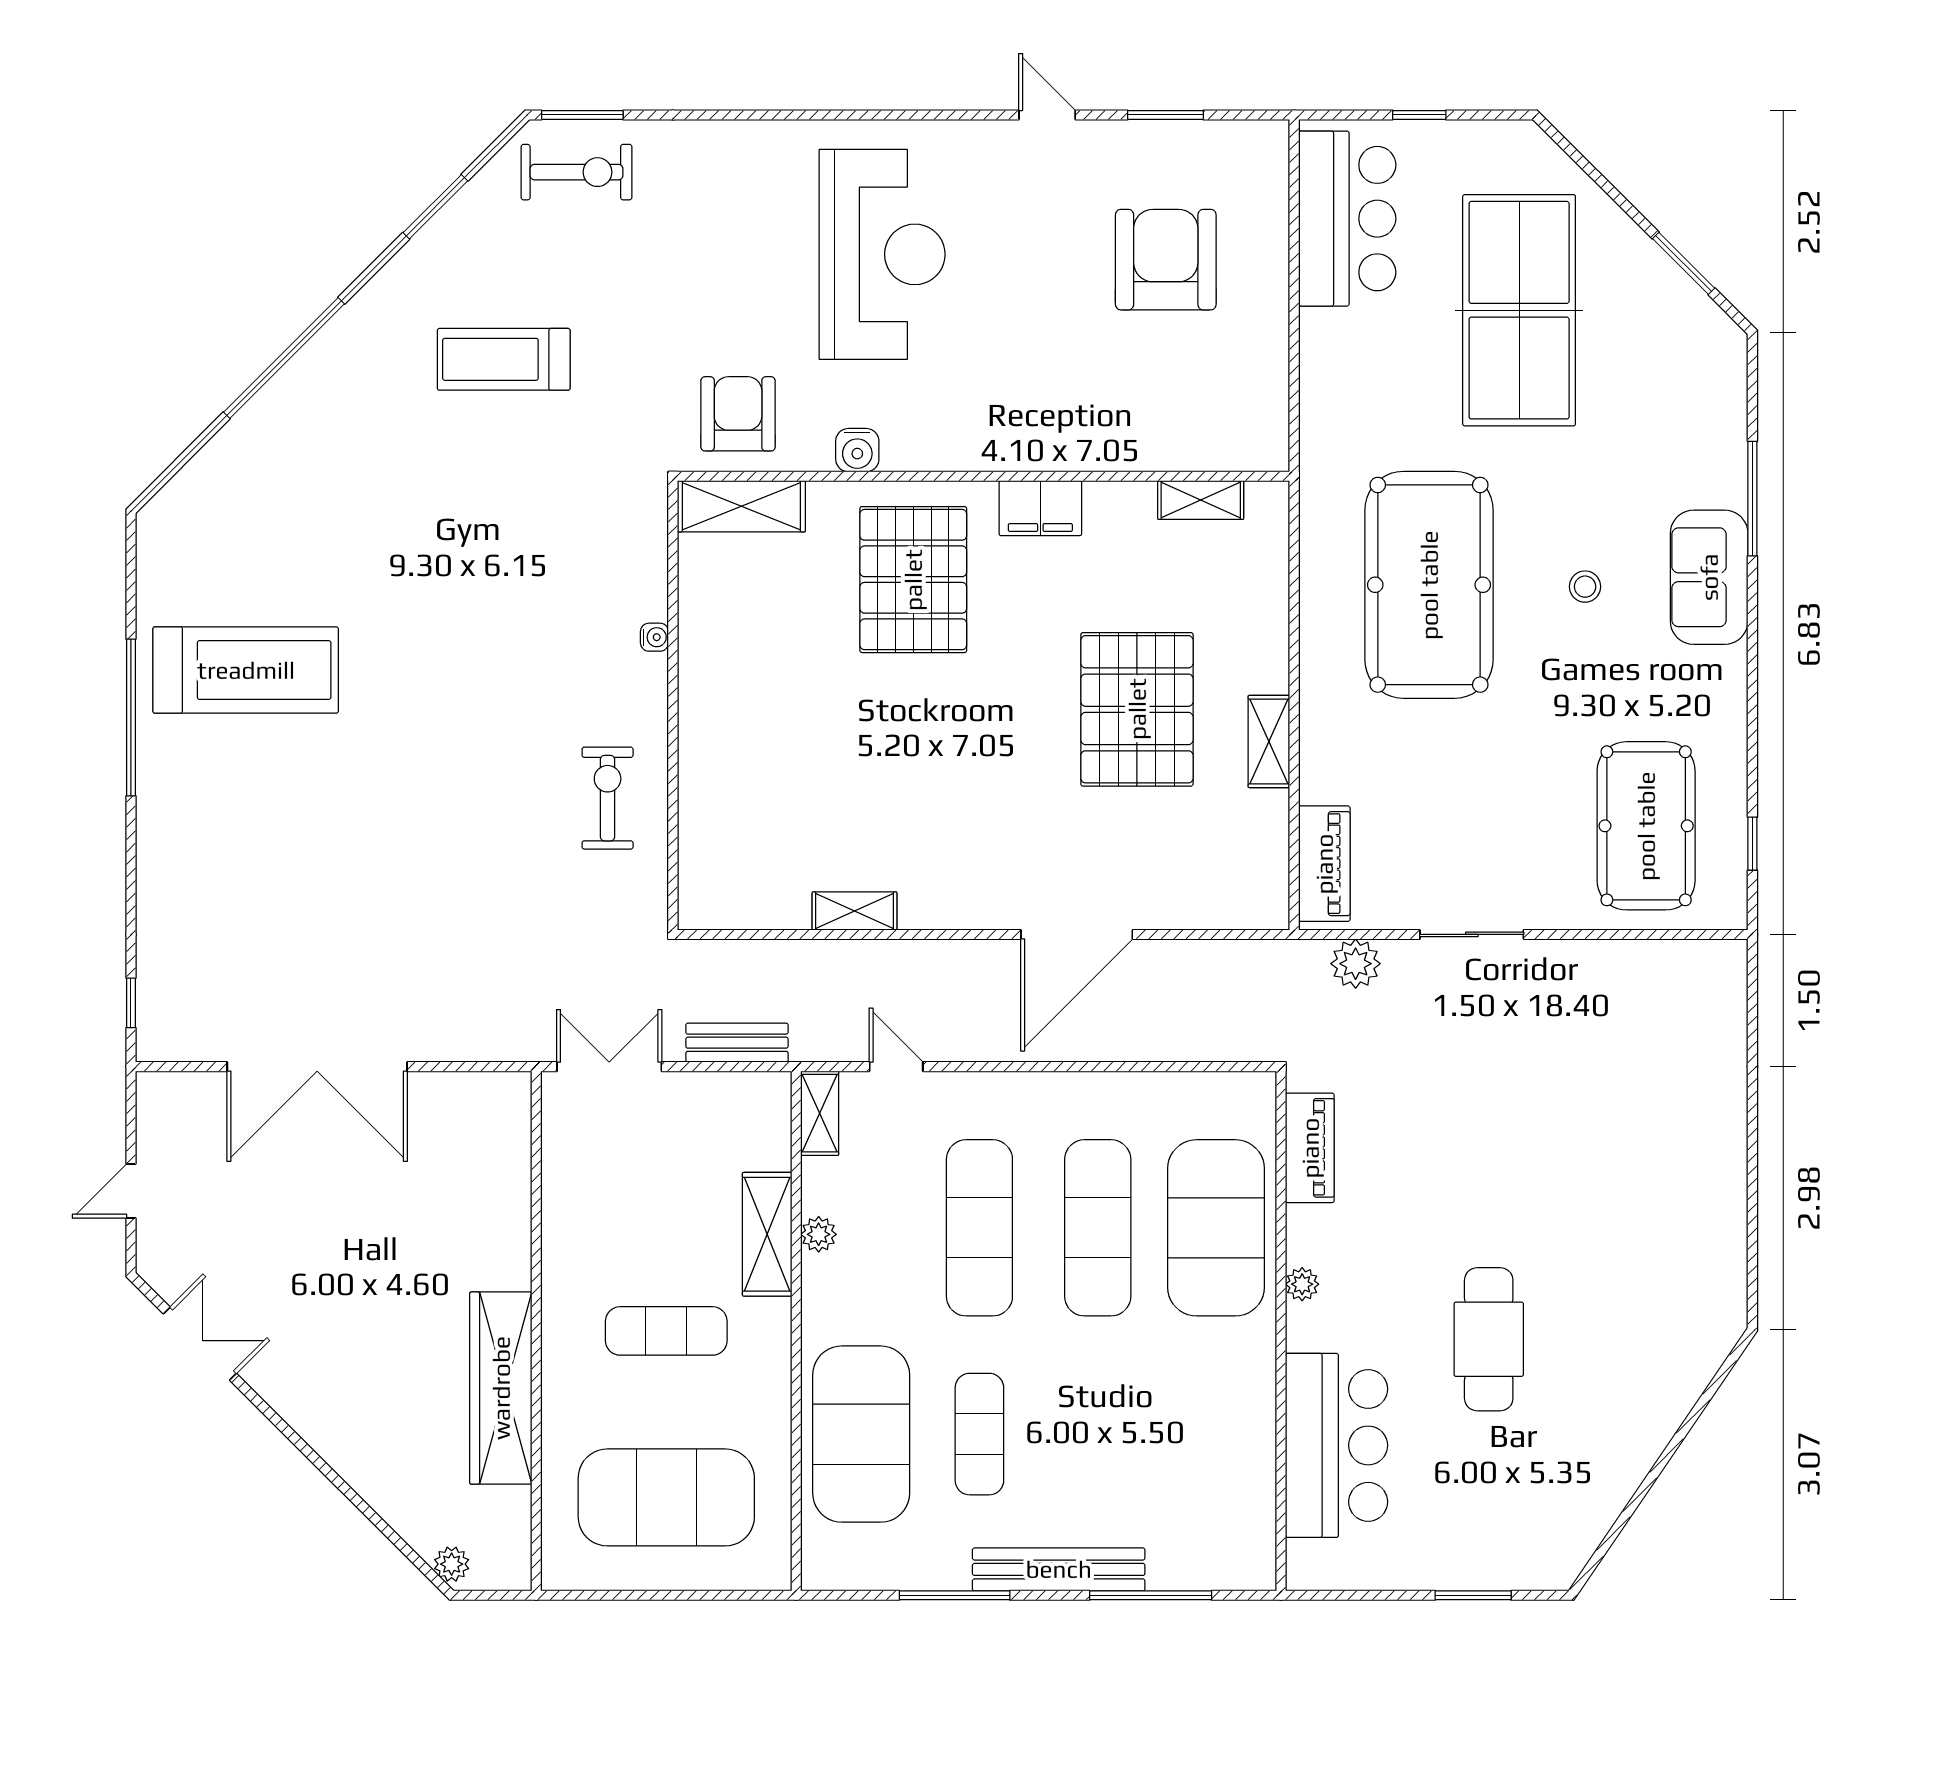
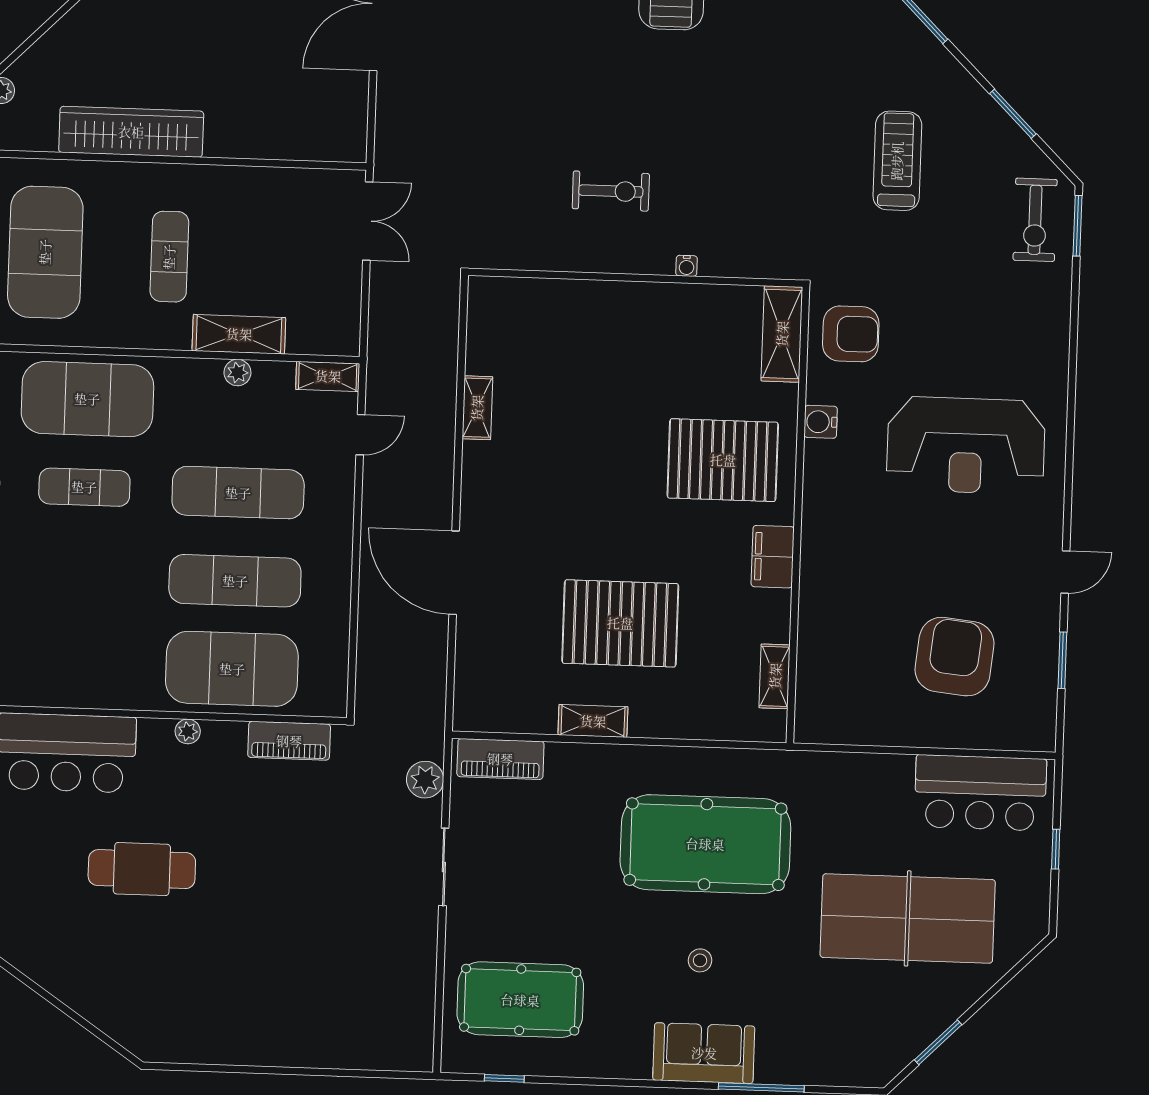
armchair: (1166, 260) -> (955, 657), turned -84
exercise bike: (608, 798) -> (611, 191), moved
bench: (737, 1043) -> (382, 317), removed

